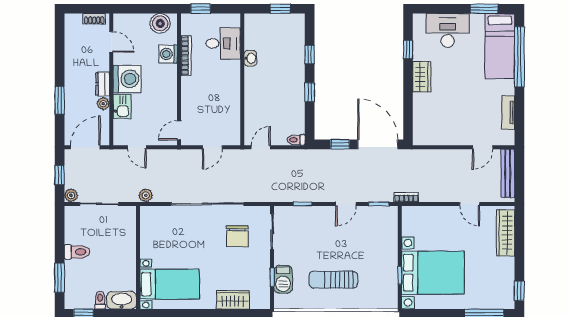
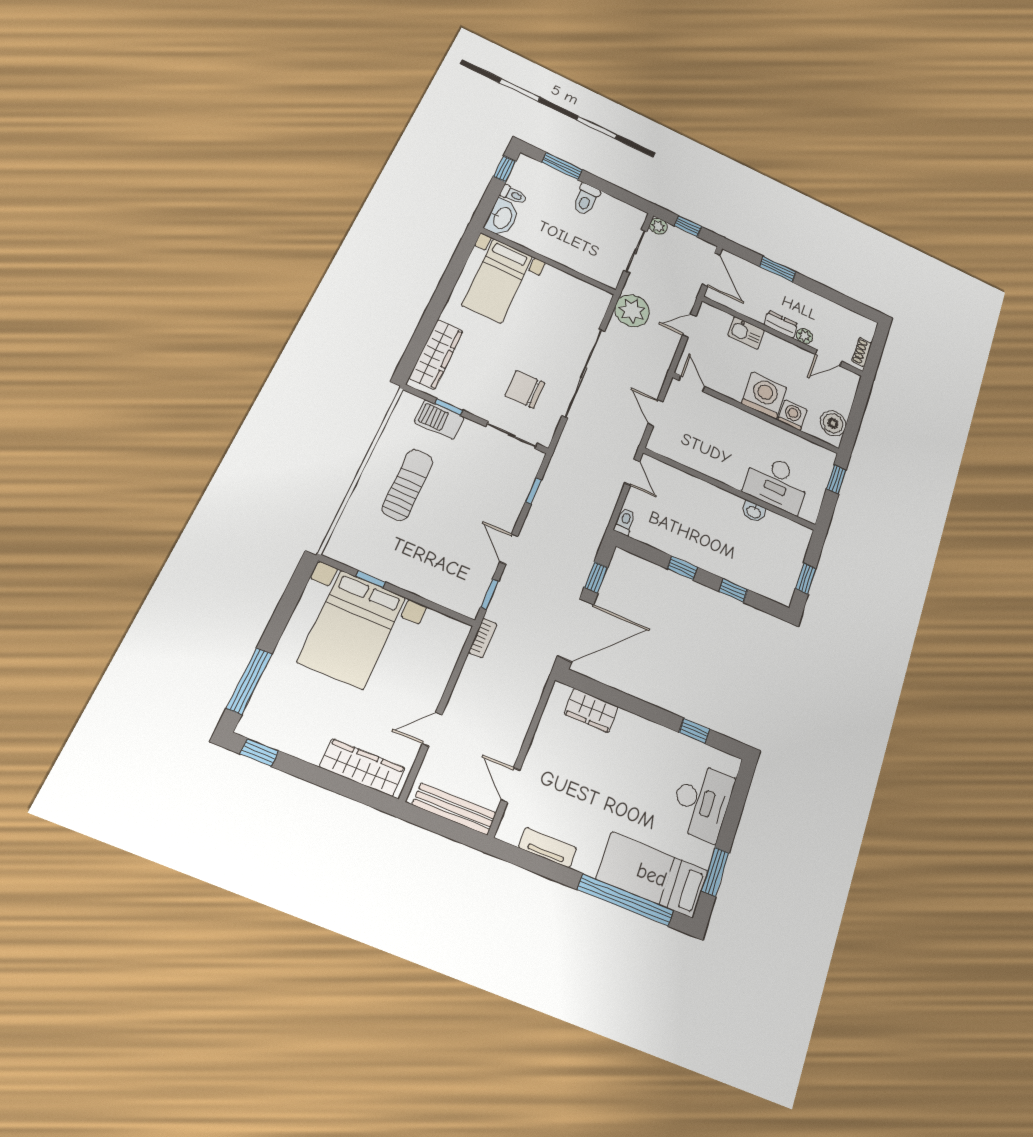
desk: (223, 43) -> (776, 483), width x1.37
bookcase: (186, 56) -> (783, 435), removed
wardrobe: (422, 77) -> (591, 710), moved
washing machine: (127, 79) -> (764, 395), moved, turned 180
plant: (103, 104) -> (804, 336), moved
plant: (146, 195) -> (632, 311), width x1.87, depth x1.87
wardrobe: (233, 300) -> (436, 354), width x1.50

